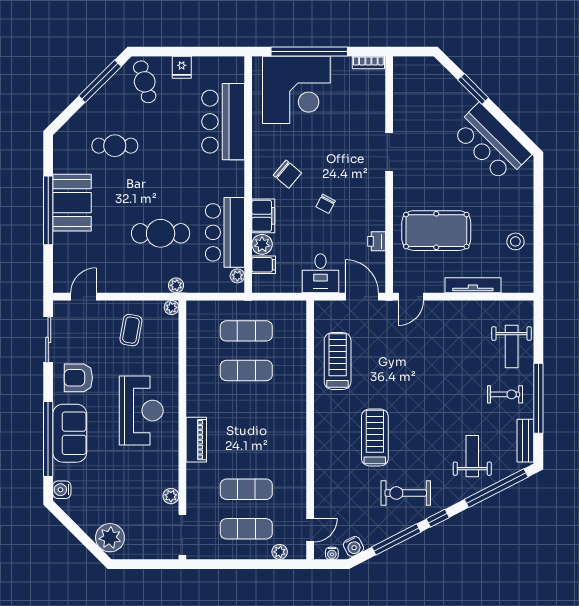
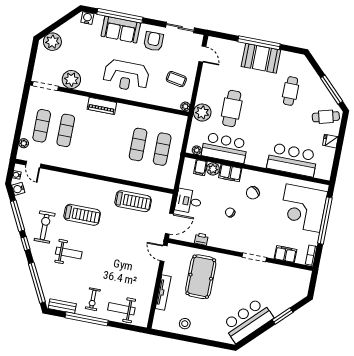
filing cabinet: (374, 103) -> (285, 254), added
plant: (176, 285) -> (202, 113), width x1.88, depth x1.88
weight bench: (472, 456) -> (69, 253), moved
plant: (171, 496) -> (71, 80), width x1.88, depth x1.88

